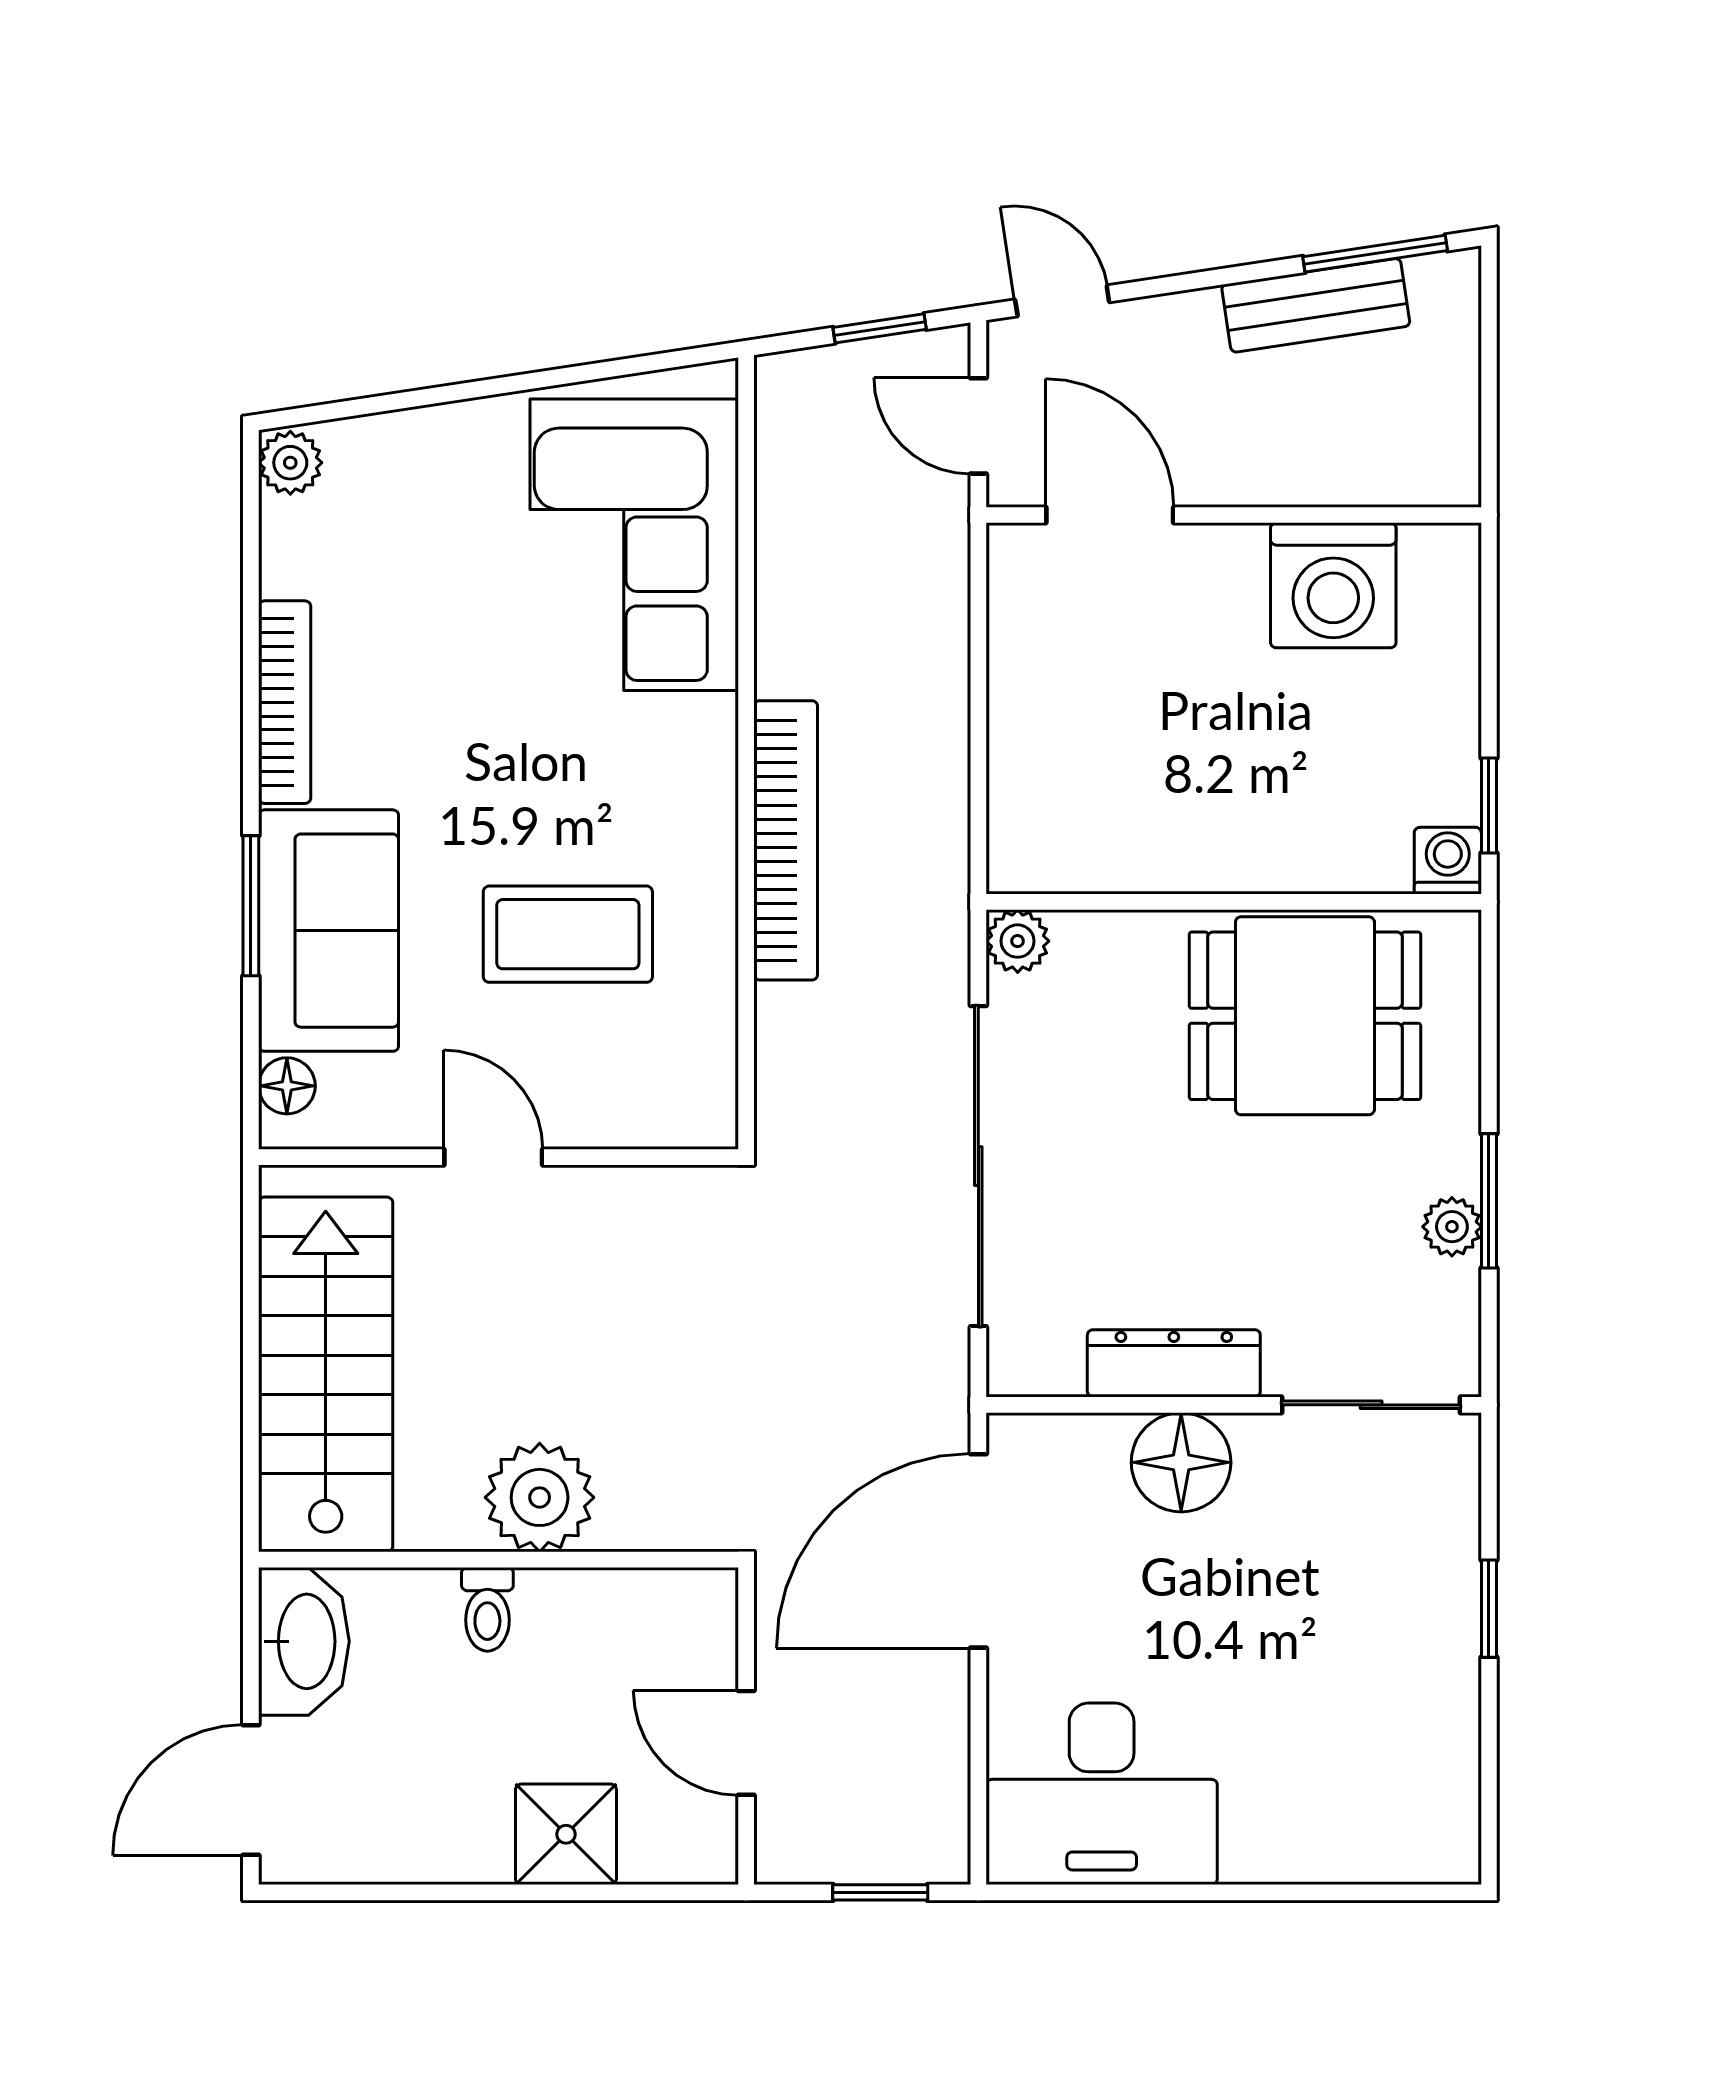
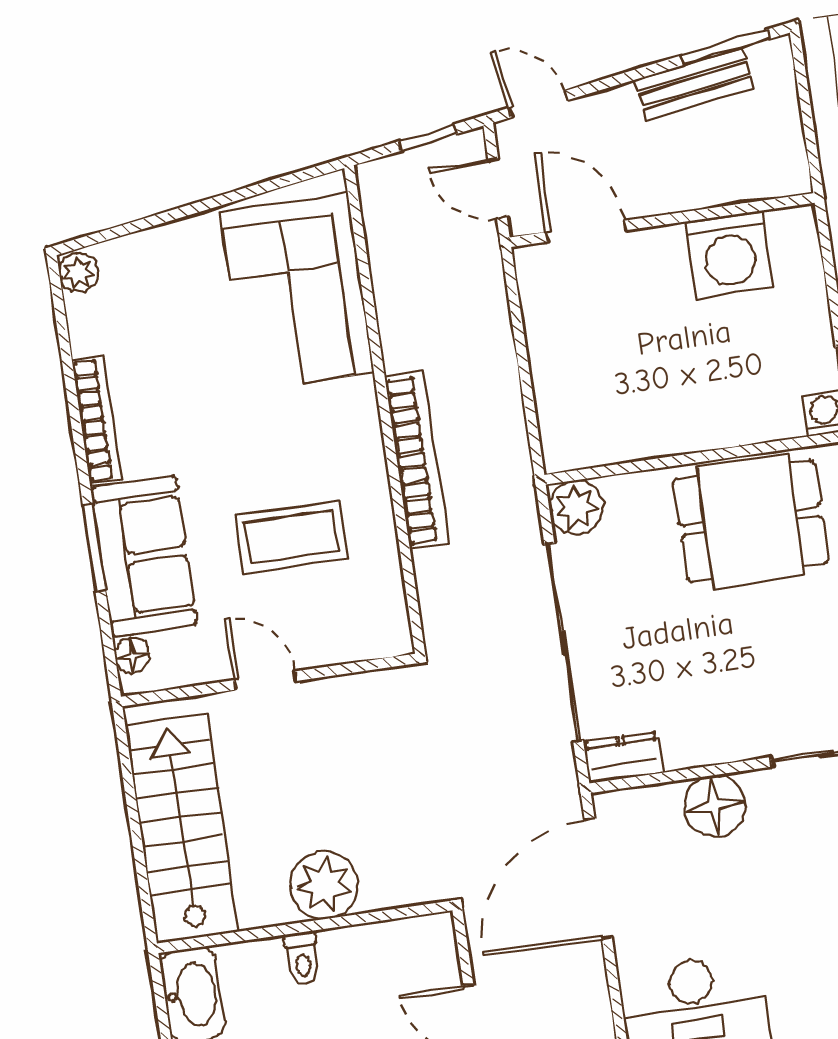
plant: (1018, 941) -> (576, 507), width x1.38, depth x1.38
dresser: (1174, 1363) -> (623, 757), moved, width x0.70

